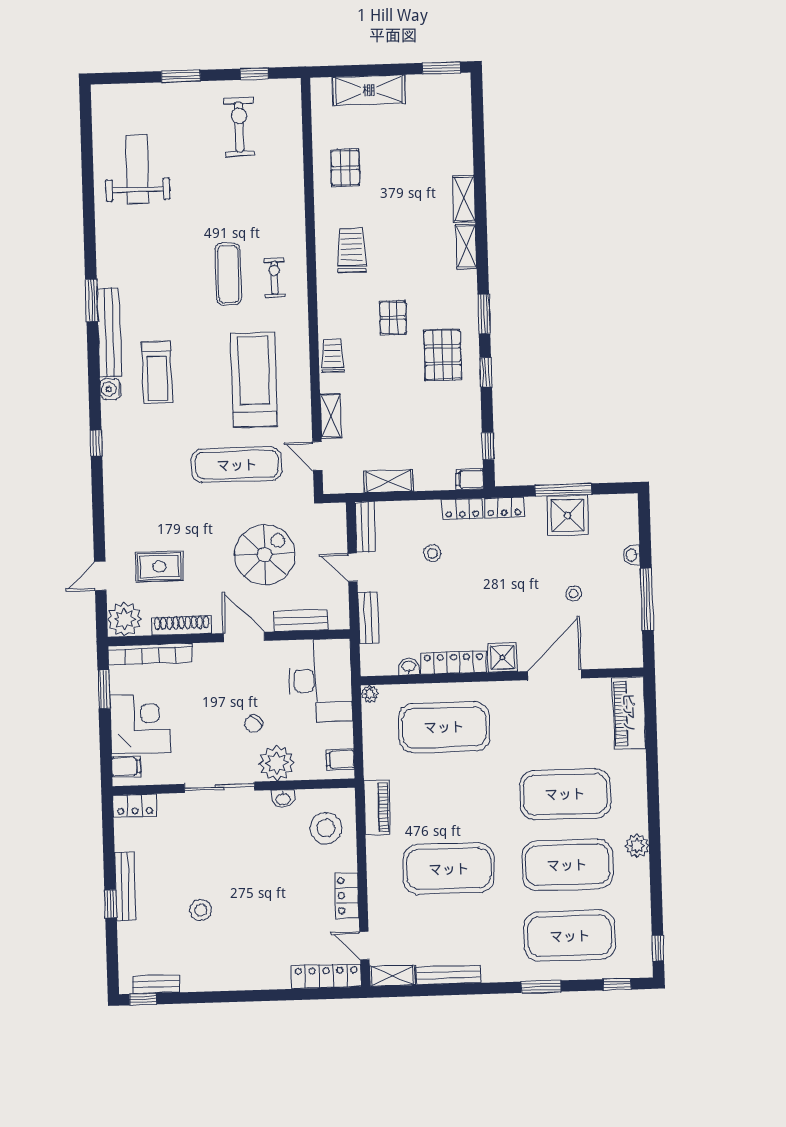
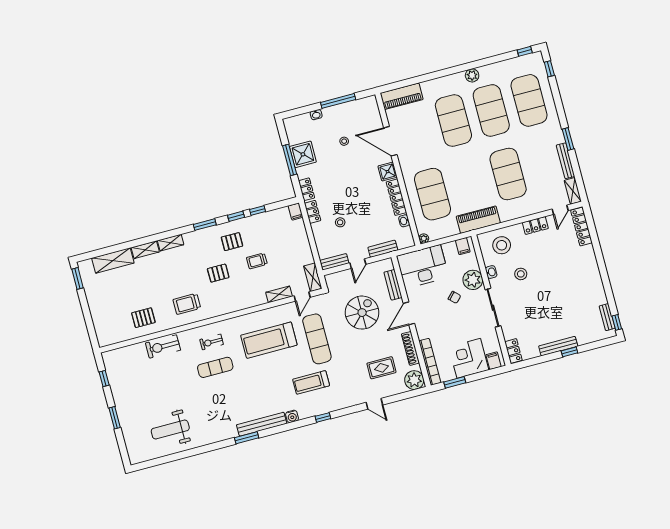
shelving: (369, 90) -> (113, 261), moved, turned 90
exercise bike: (239, 127) -> (163, 346), moved
pallet: (443, 355) -> (232, 242), width x0.67, depth x0.71
trolley: (332, 356) -> (257, 261), moved
treadmill: (157, 372) -> (311, 382), moved, turned 180
window: (488, 446) -> (257, 211), moved
shelving: (388, 481) -> (313, 277), moved
spiral stairs: (265, 555) -> (362, 313), turned 90
rug: (159, 566) -> (381, 368), turned 90
door: (100, 576) -> (374, 404), moved
piano: (377, 808) -> (478, 220), width x1.37, depth x1.33
stool: (201, 910) -> (521, 274), moved
window: (541, 987) -> (568, 139), moved

